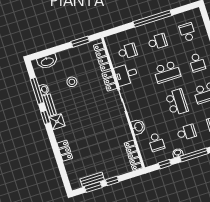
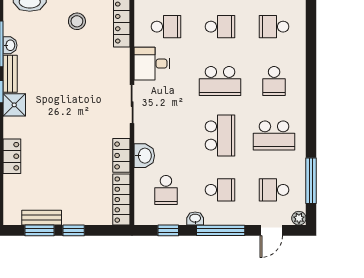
school desk: (187, 32) -> (274, 27), turned -90
locker: (110, 81) -> (121, 155), moved
stool: (72, 82) -> (77, 21), moved

